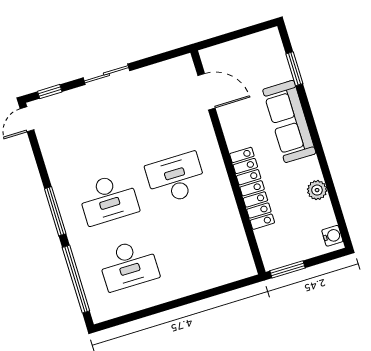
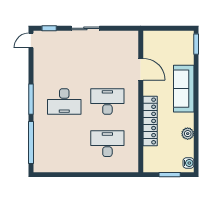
window: (294, 69) -> (196, 44), moved
door: (206, 92) -> (141, 69), moved
desk: (129, 265) -> (107, 144), moved, turned 180
window: (287, 269) -> (170, 175), moved

